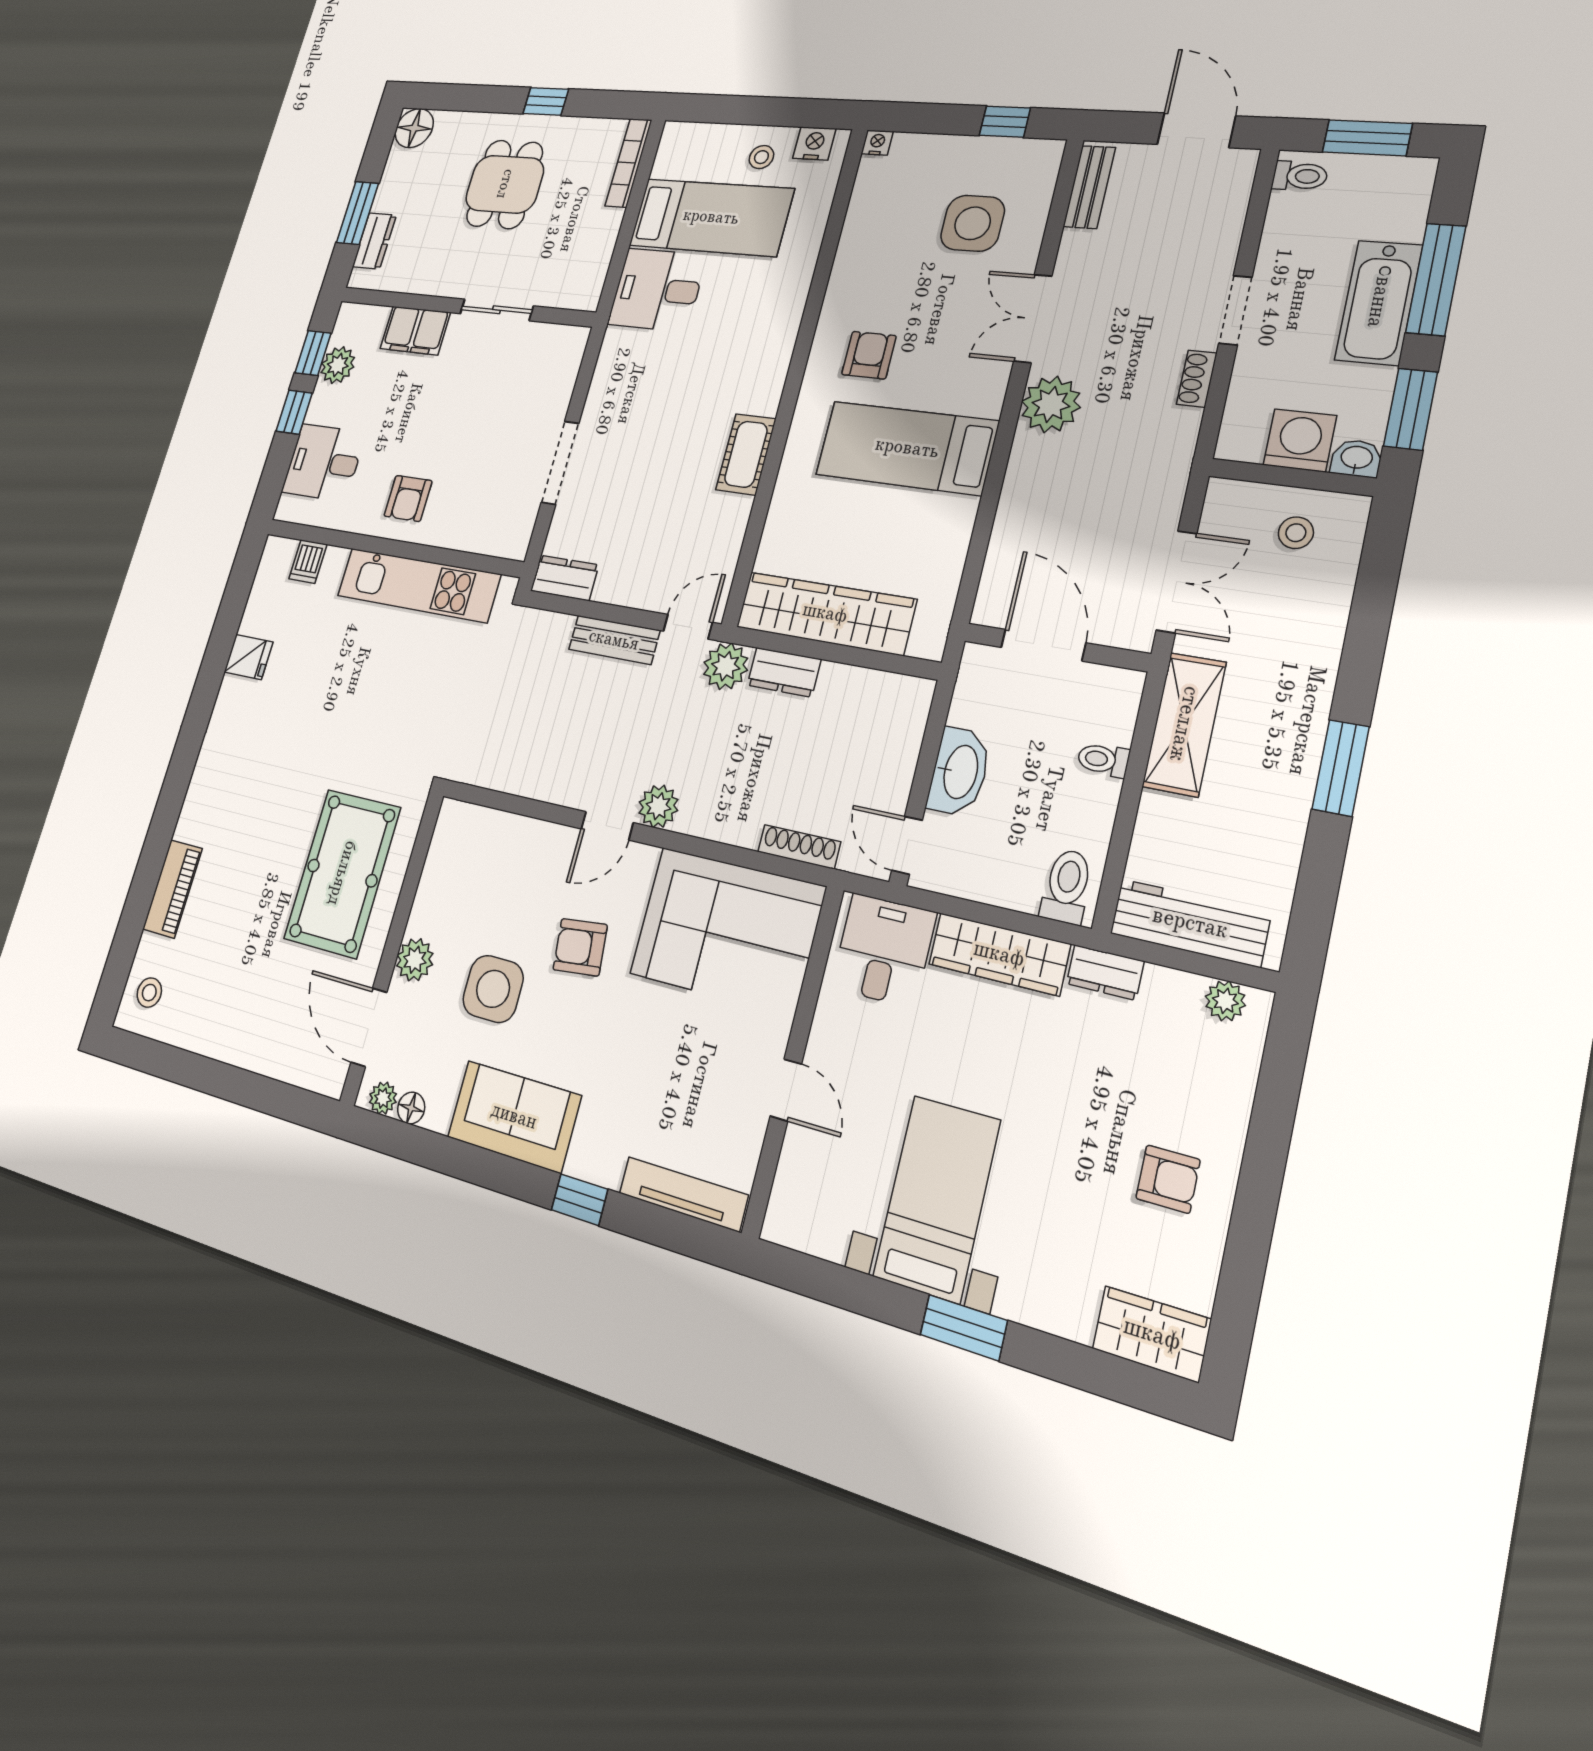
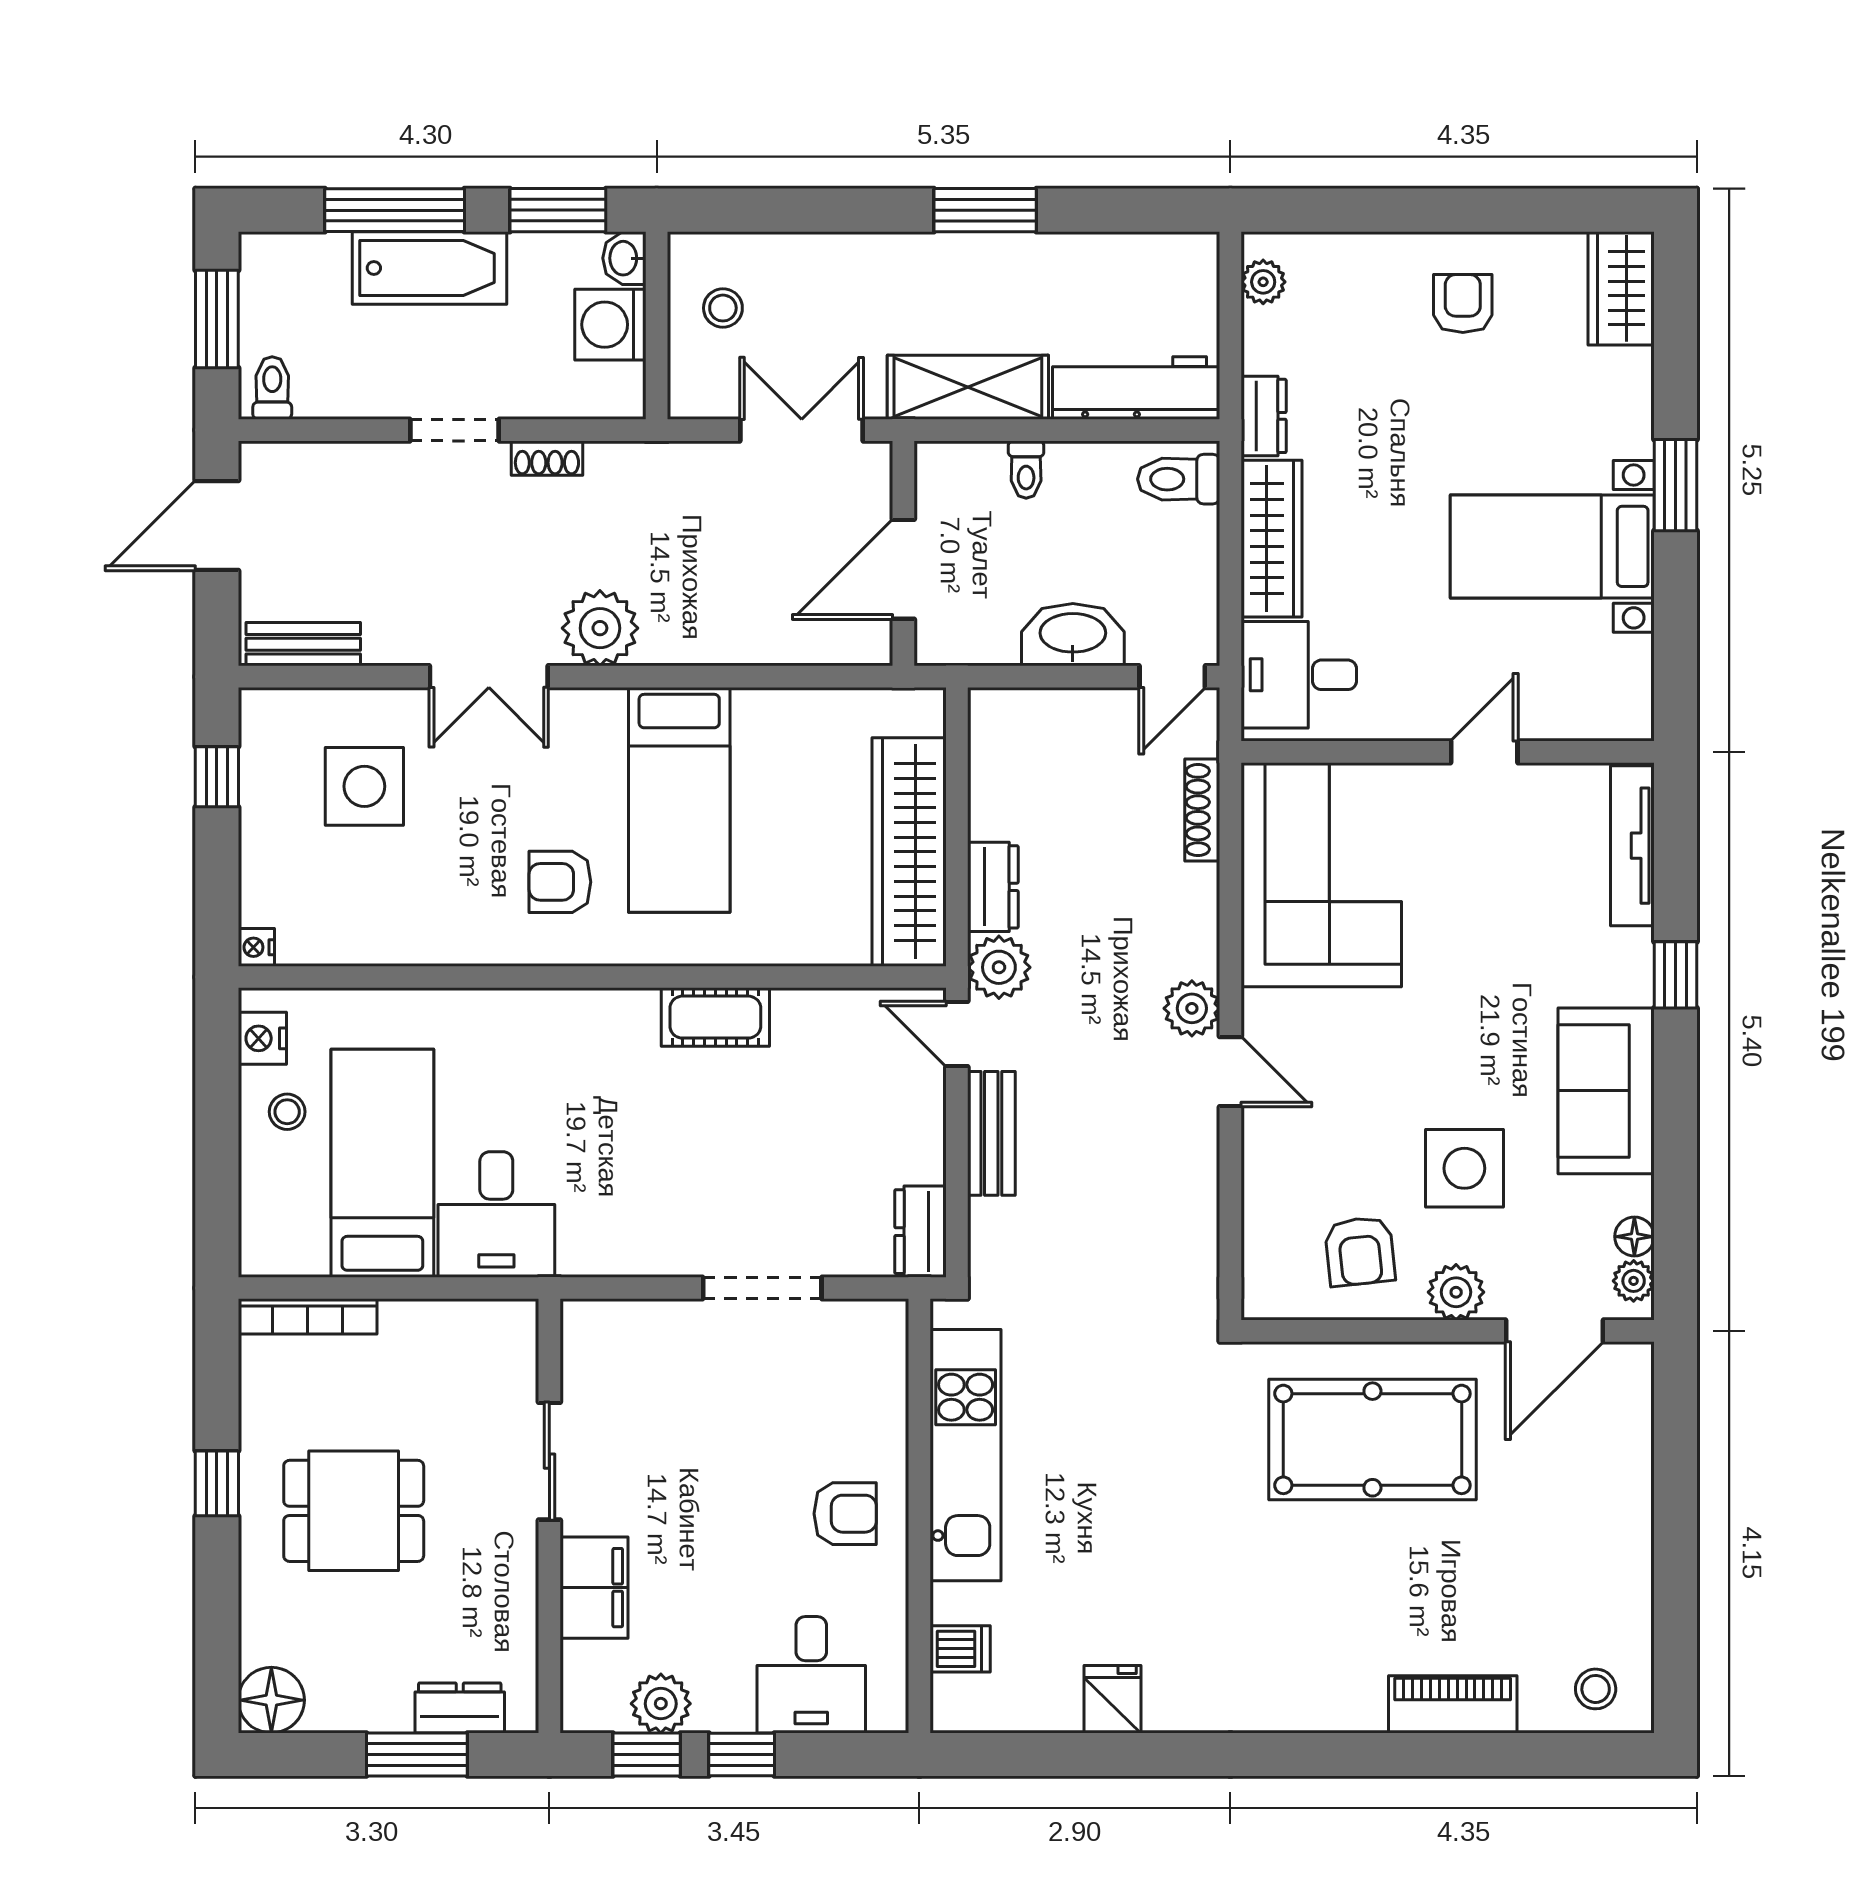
workbench: (1190, 923) -> (1136, 388), moved, turned 90
armchair: (580, 947) -> (1360, 1251), moved

